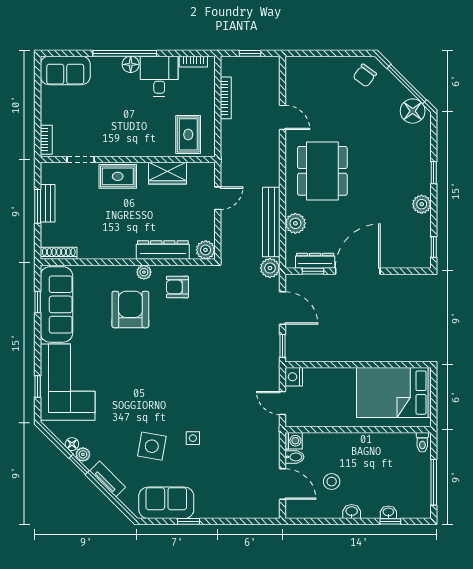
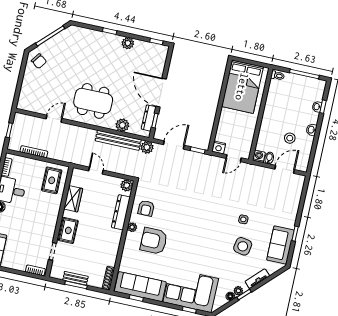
floor lamp: (413, 111) -> (68, 36), removed
rug: (188, 134) -> (52, 180), turned 90

